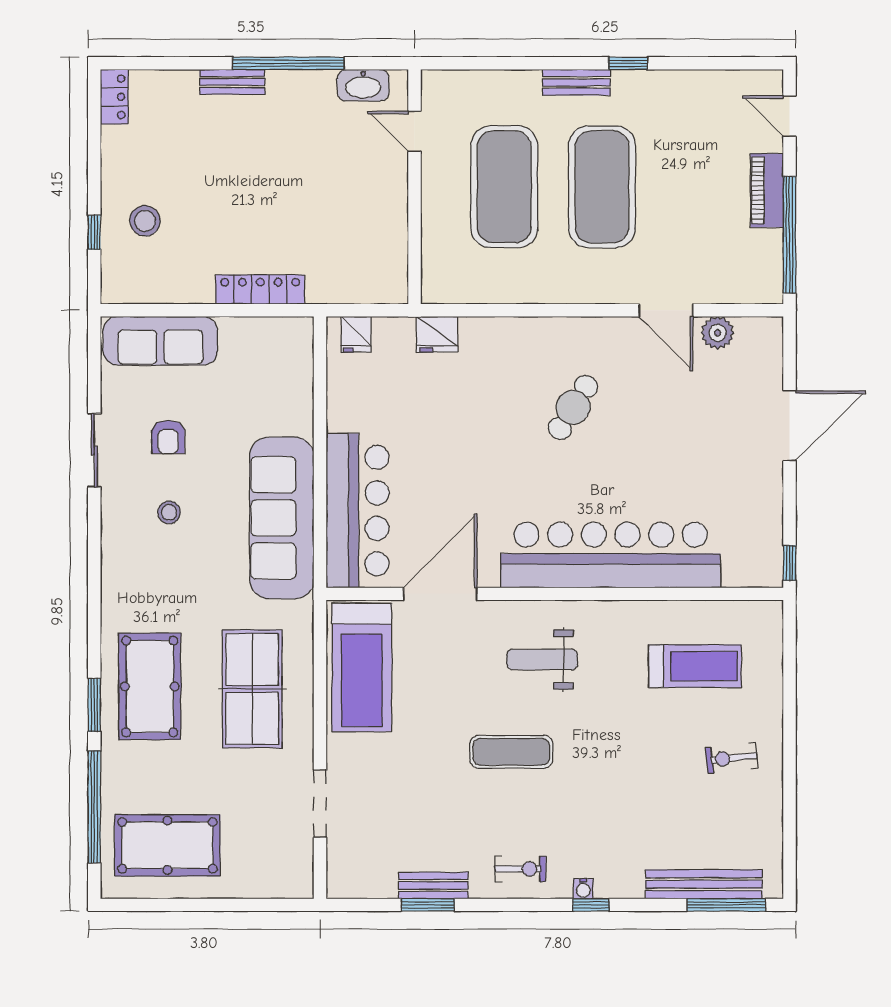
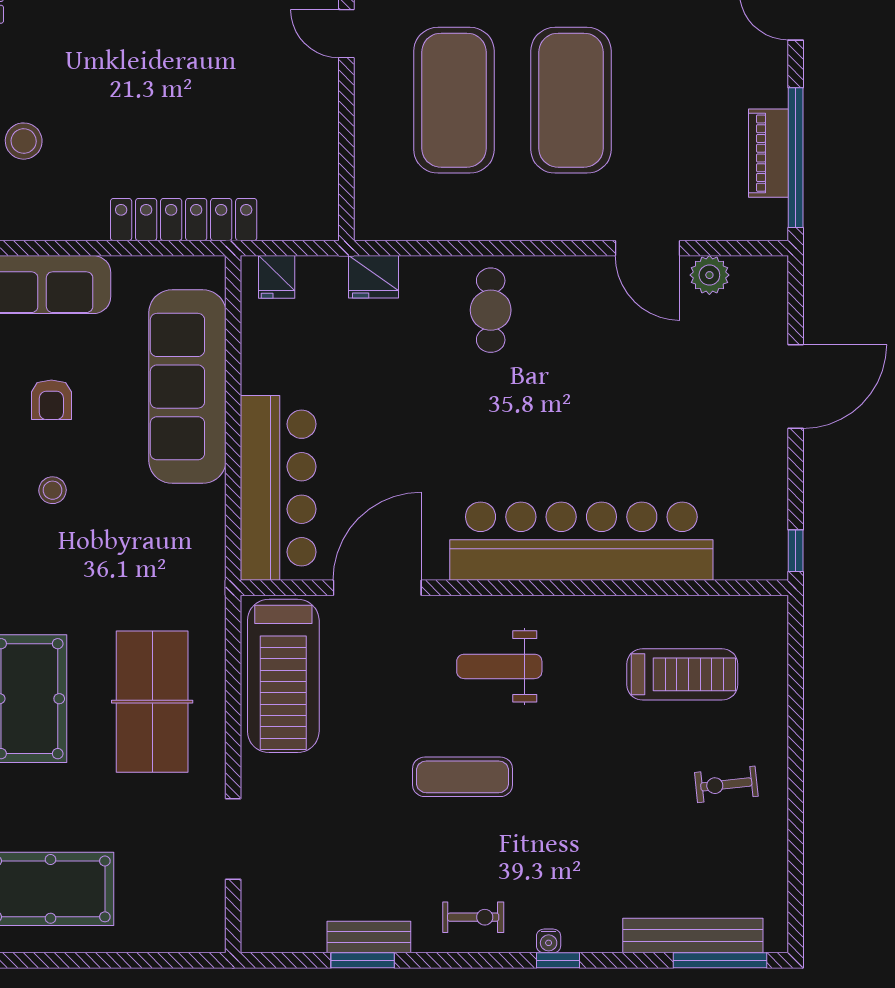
piano: (767, 190) -> (768, 153), moved
locker: (260, 290) -> (184, 220), width x1.41, depth x1.21
cafe table: (573, 407) -> (491, 310), moved, turned -32
sofa: (282, 518) -> (187, 387), moved

